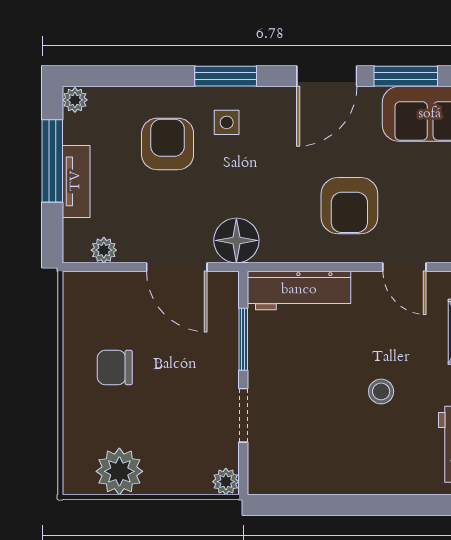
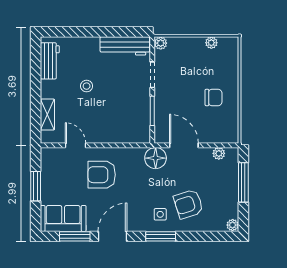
armchair: (168, 144) -> (188, 204), turned 72
window: (52, 161) -> (243, 182), moved
tv unit: (76, 181) -> (232, 186), removed
armchair: (349, 206) -> (102, 175), turned -90
workbench: (299, 290) -> (125, 46), moved, turned 180
plant: (119, 471) -> (211, 43), width x0.53, depth x0.53

